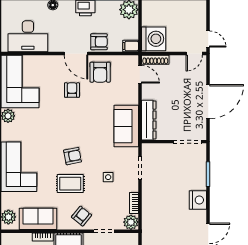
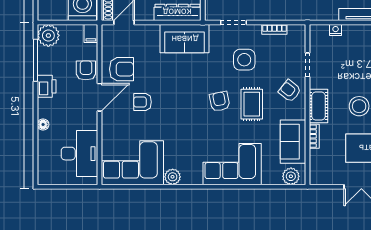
side table: (108, 177) -> (244, 60), width x1.87, depth x1.87
plant: (131, 222) -> (297, 33), removed

